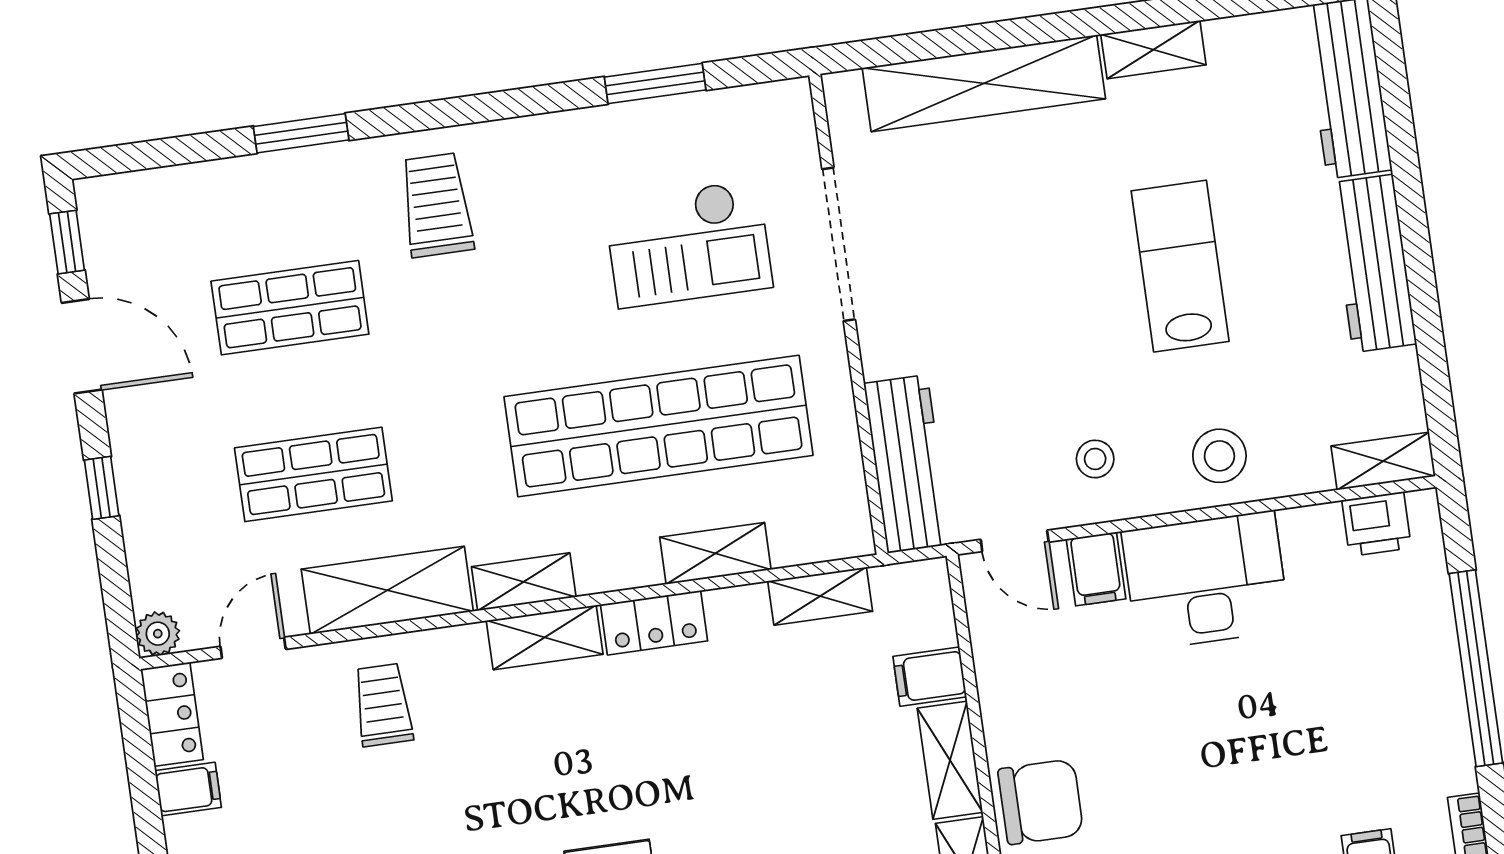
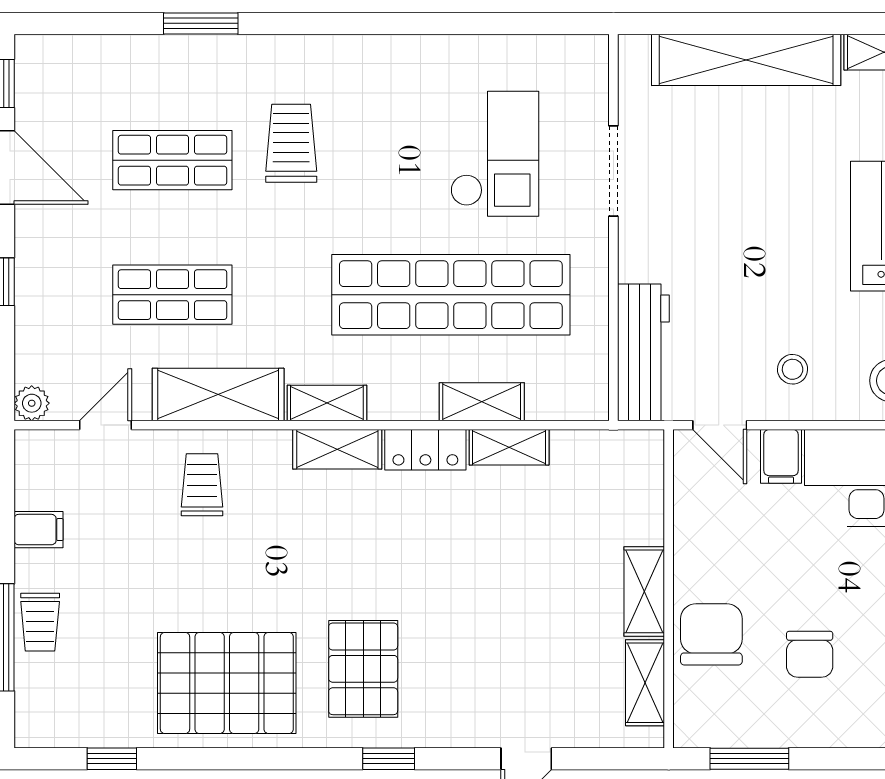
window: (655, 83) -> (486, 23), removed
trolley: (437, 205) -> (291, 143), moved
checkout: (688, 244) -> (495, 154), turned -90
doorway: (839, 244) -> (613, 171), width x0.73
shelving: (820, 596) -> (509, 447), moved
filing cabinet: (930, 677) -> (638, 523), removed
locker: (172, 714) -> (34, 469), removed
chair: (1041, 802) -> (711, 634), turned -90
chair: (1166, 809) -> (810, 654), added

